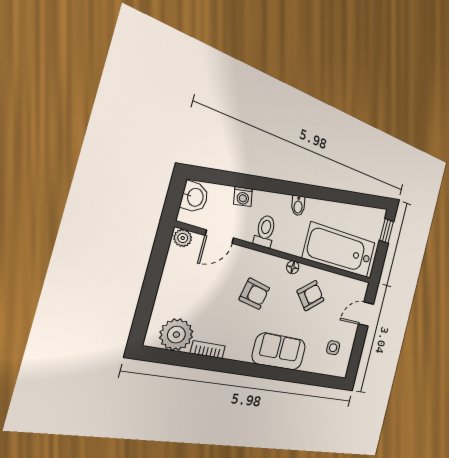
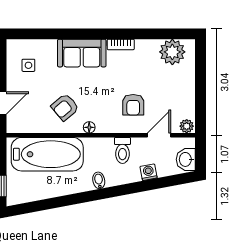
armchair: (254, 294) -> (133, 105), moved, turned -102
bookcase: (208, 350) -> (121, 44), moved

